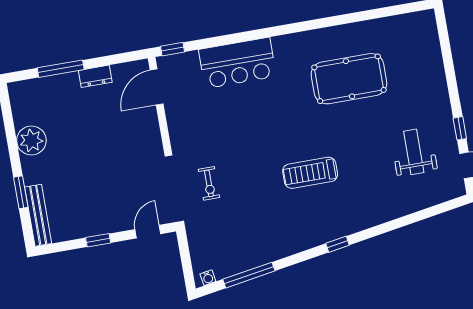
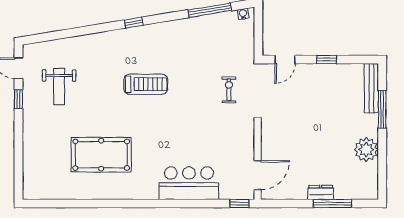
dresser: (95, 76) -> (321, 192), moved
window: (21, 192) -> (382, 109), width x1.44

